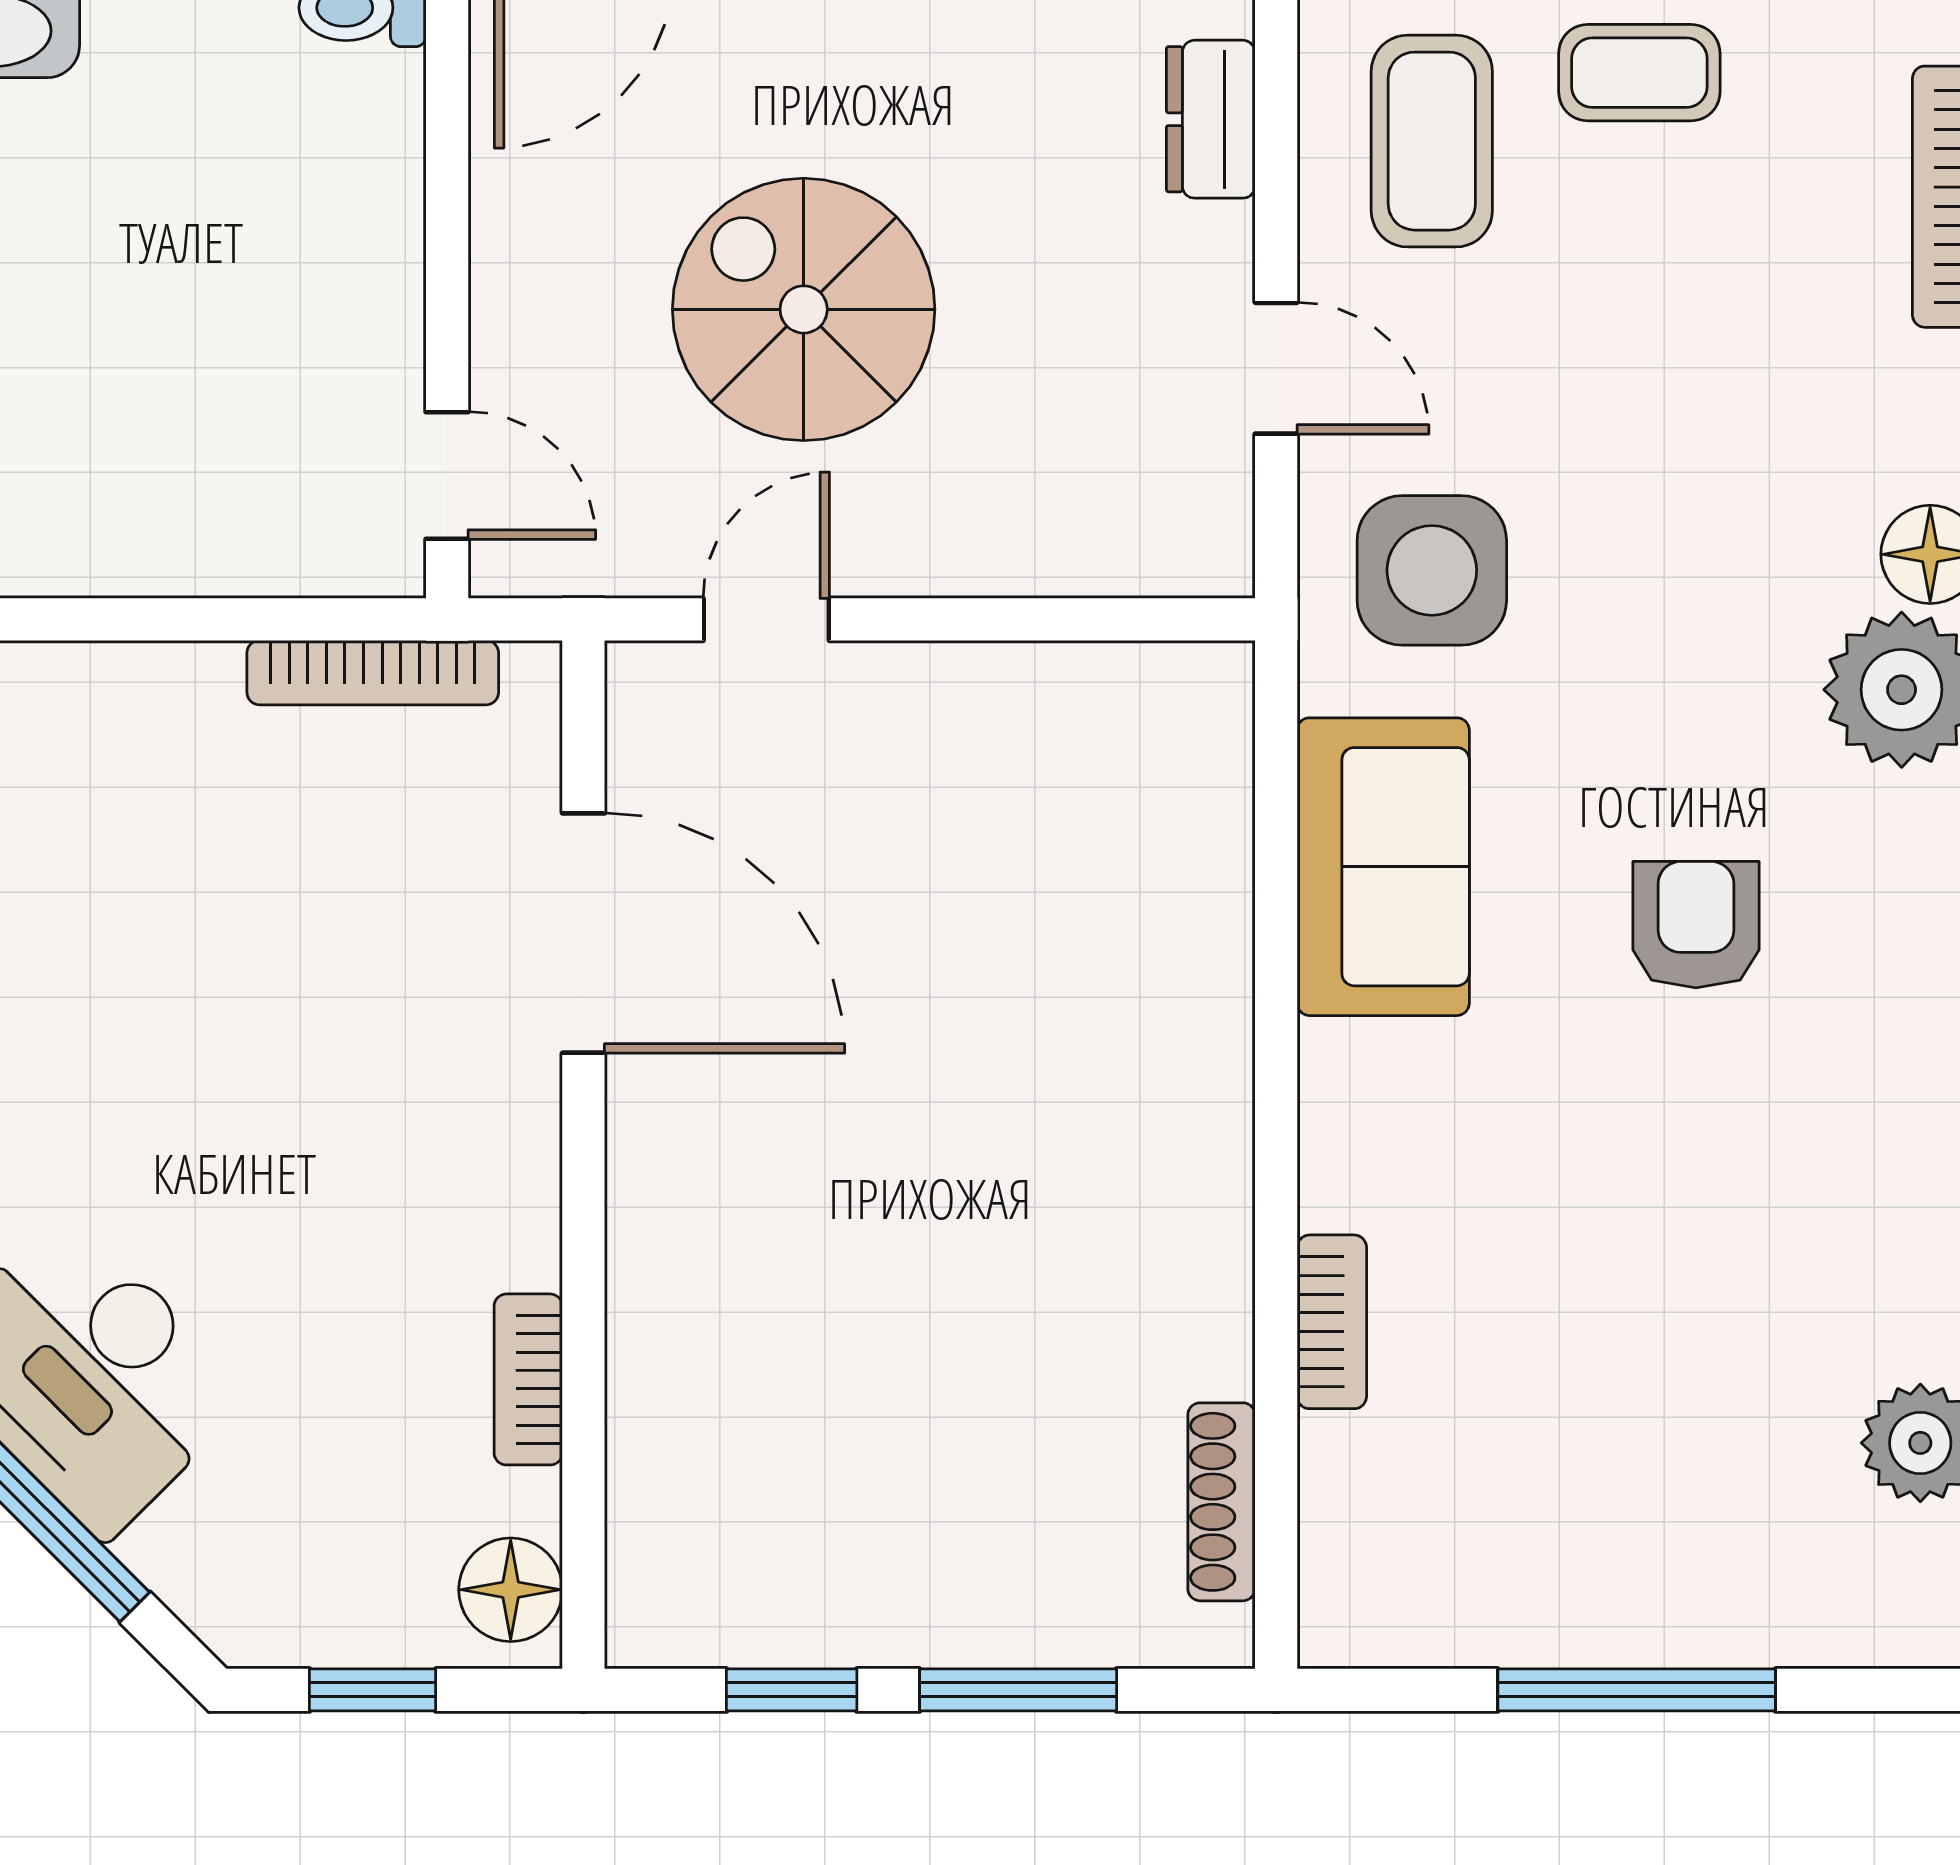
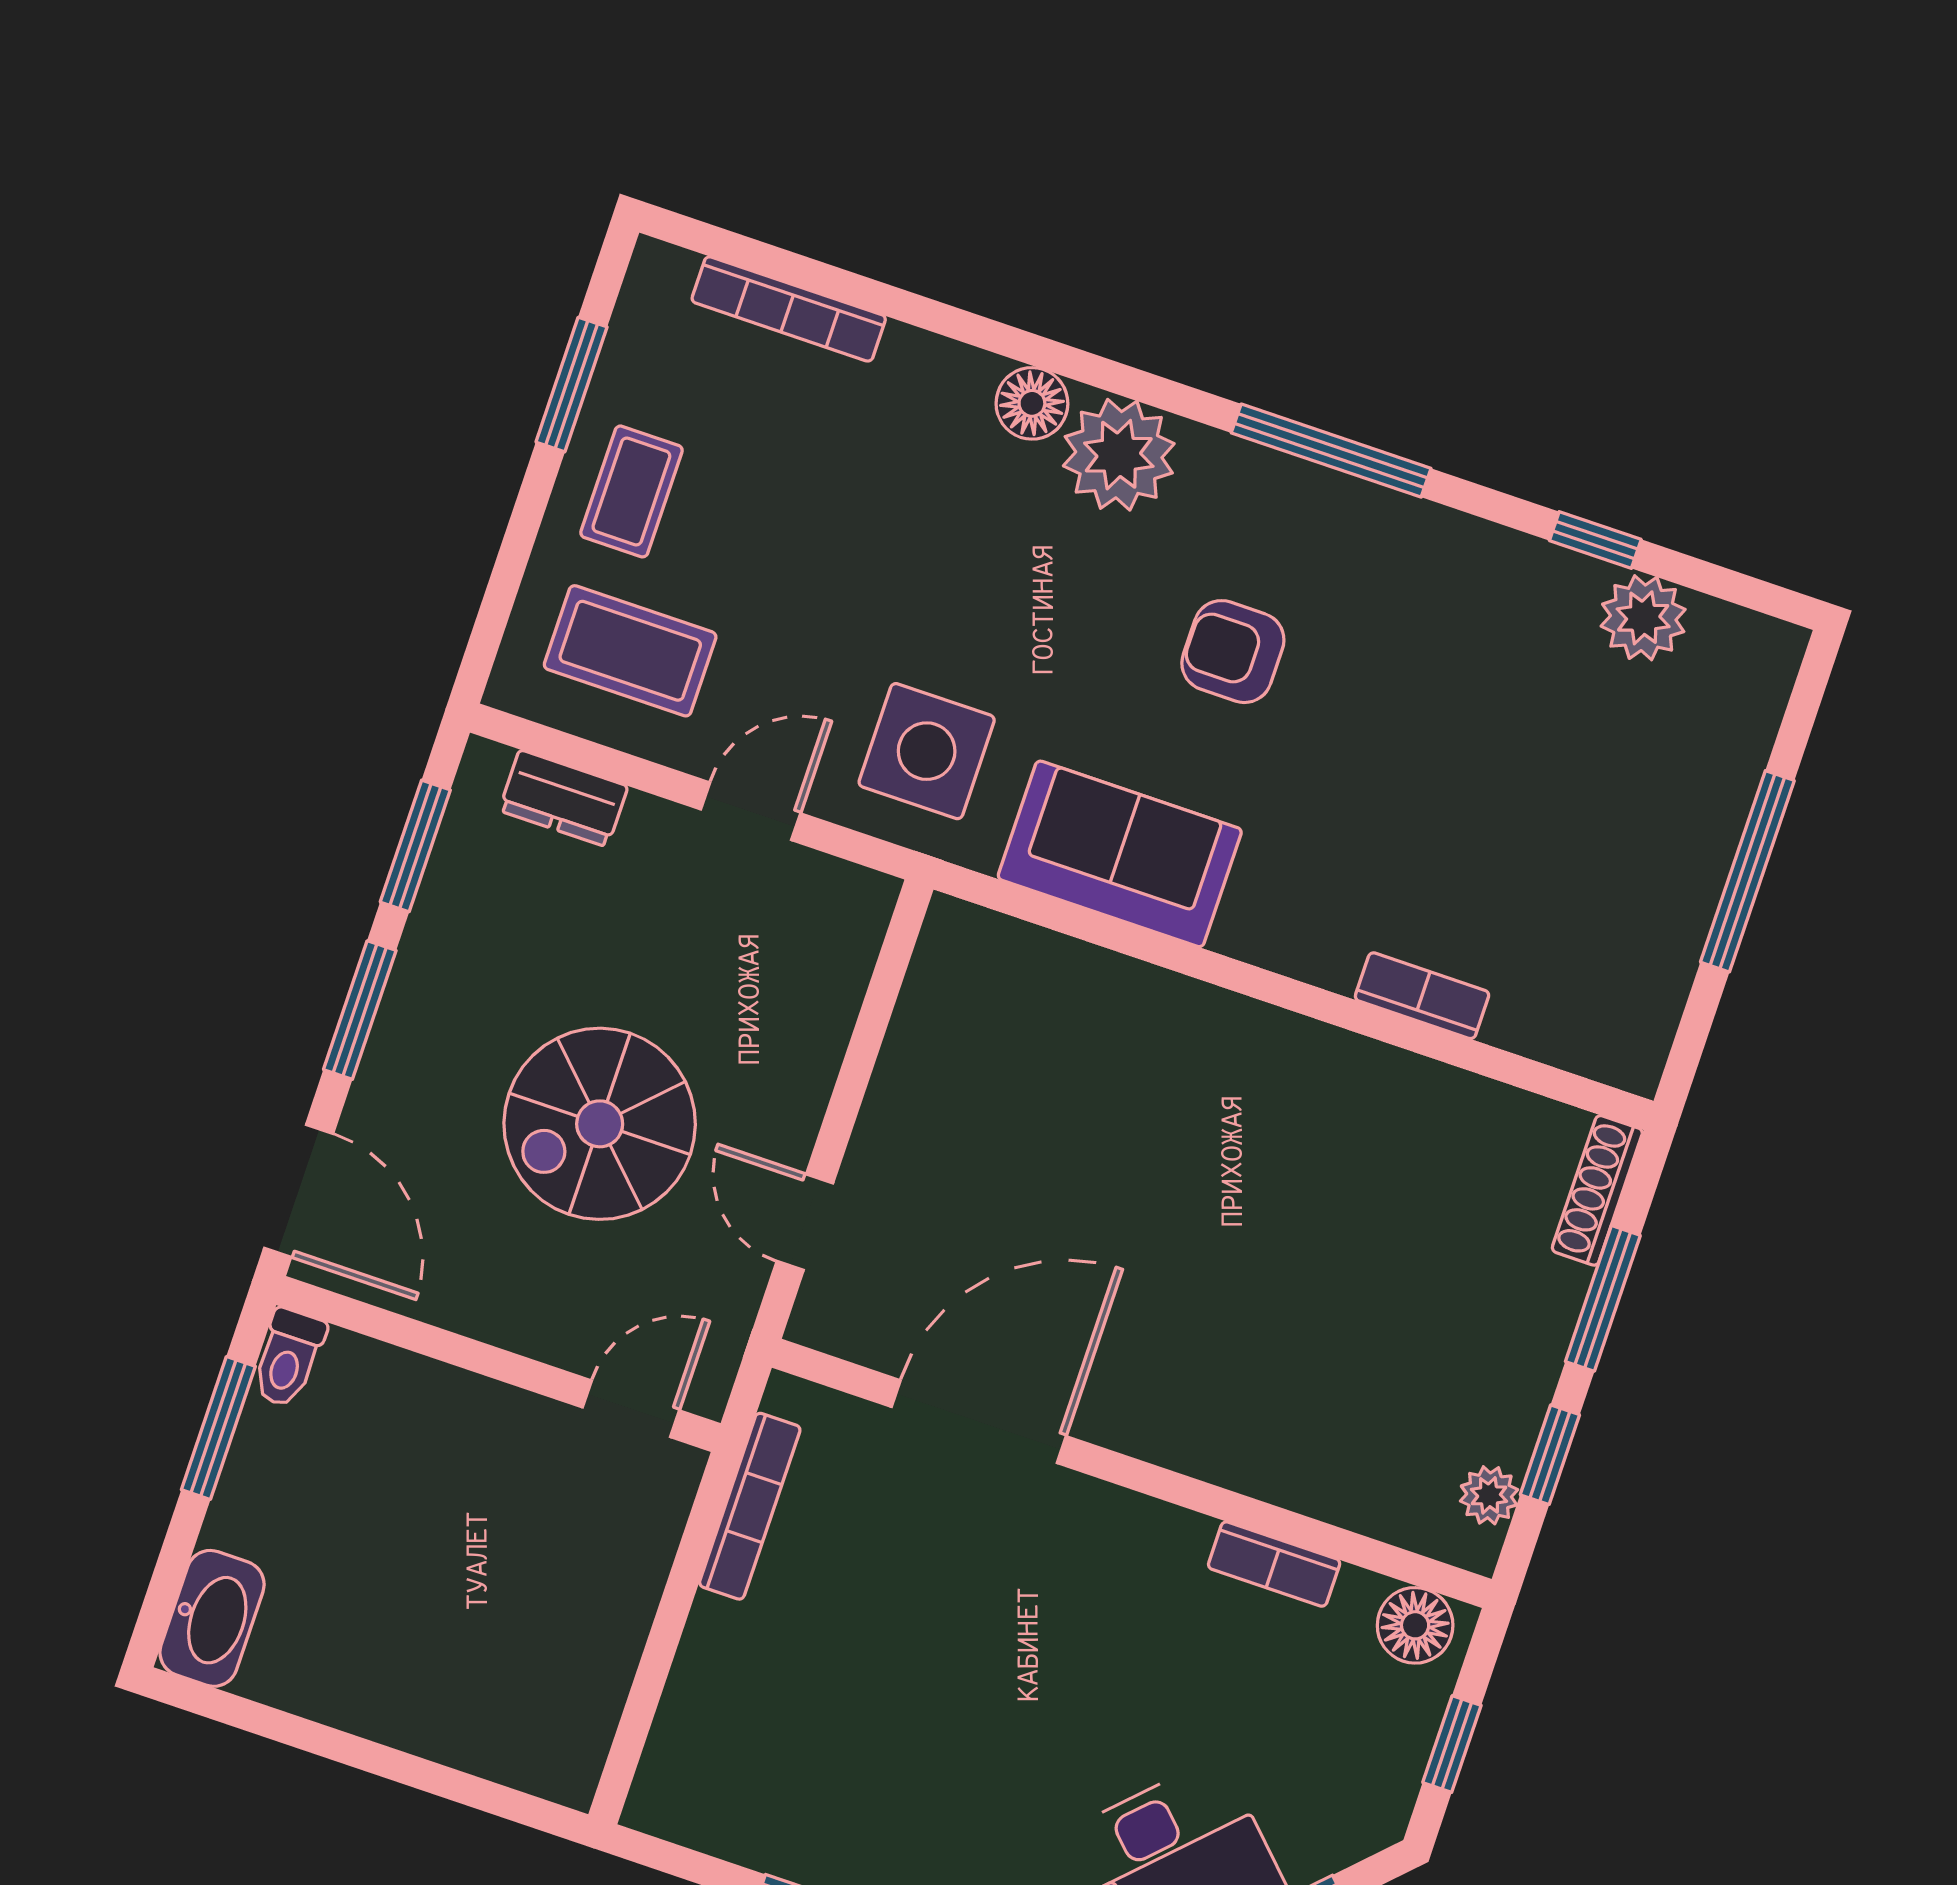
shoe rack: (1221, 1502) -> (1597, 1190), moved, turned 90
plant: (712, 1629) -> (1489, 1495), added

